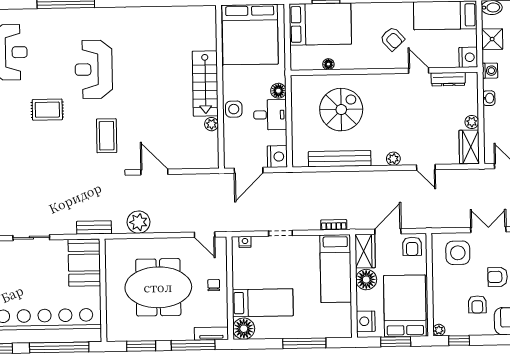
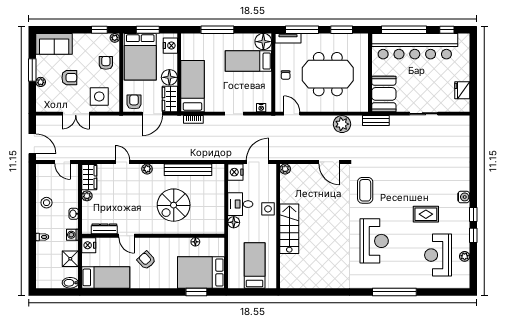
bed: (250, 35) -> (255, 265), width x0.49
rug: (47, 110) -> (426, 214), moved
spiral stairs: (341, 110) -> (174, 205), moved
plant: (212, 124) -> (285, 169), moved
armchair: (477, 304) -> (106, 63), moved

